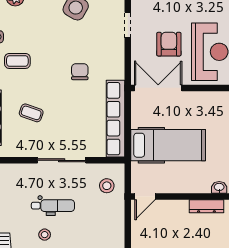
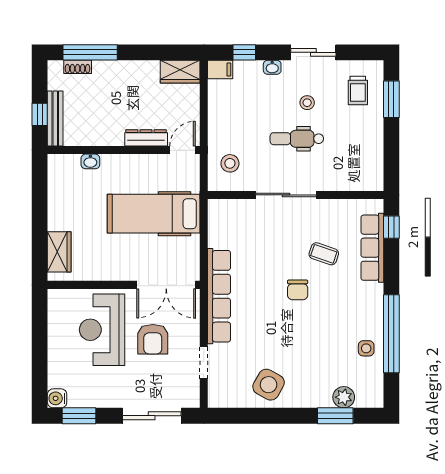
coffee table: (17, 61) -> (341, 318), removed
chair: (80, 72) -> (298, 290), moved
row of seats: (116, 119) -> (219, 296), moved
dresser: (206, 206) -> (146, 138), moved

